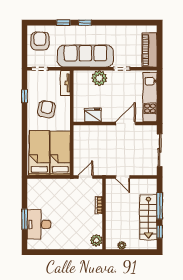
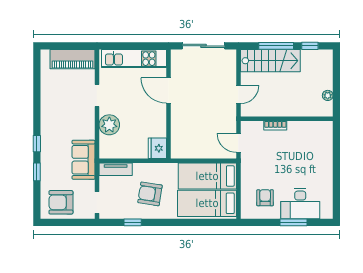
sofa: (85, 56) -> (84, 160), width x0.54, depth x0.79
fridge: (93, 115) -> (157, 148), moved
armchair: (43, 197) -> (265, 198), added
stairs: (148, 217) -> (270, 61), moved
plant: (96, 240) -> (321, 129), removed

